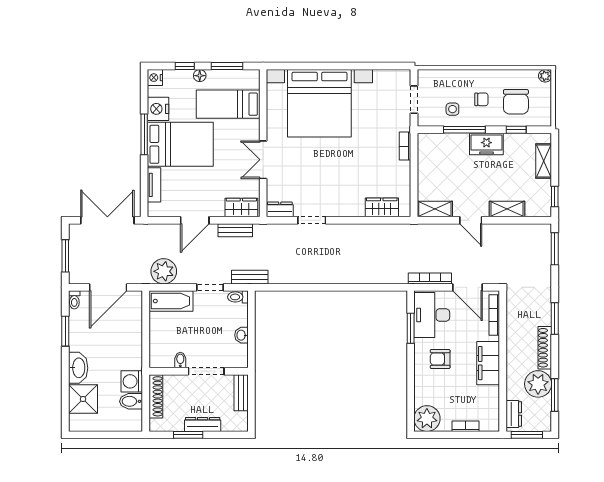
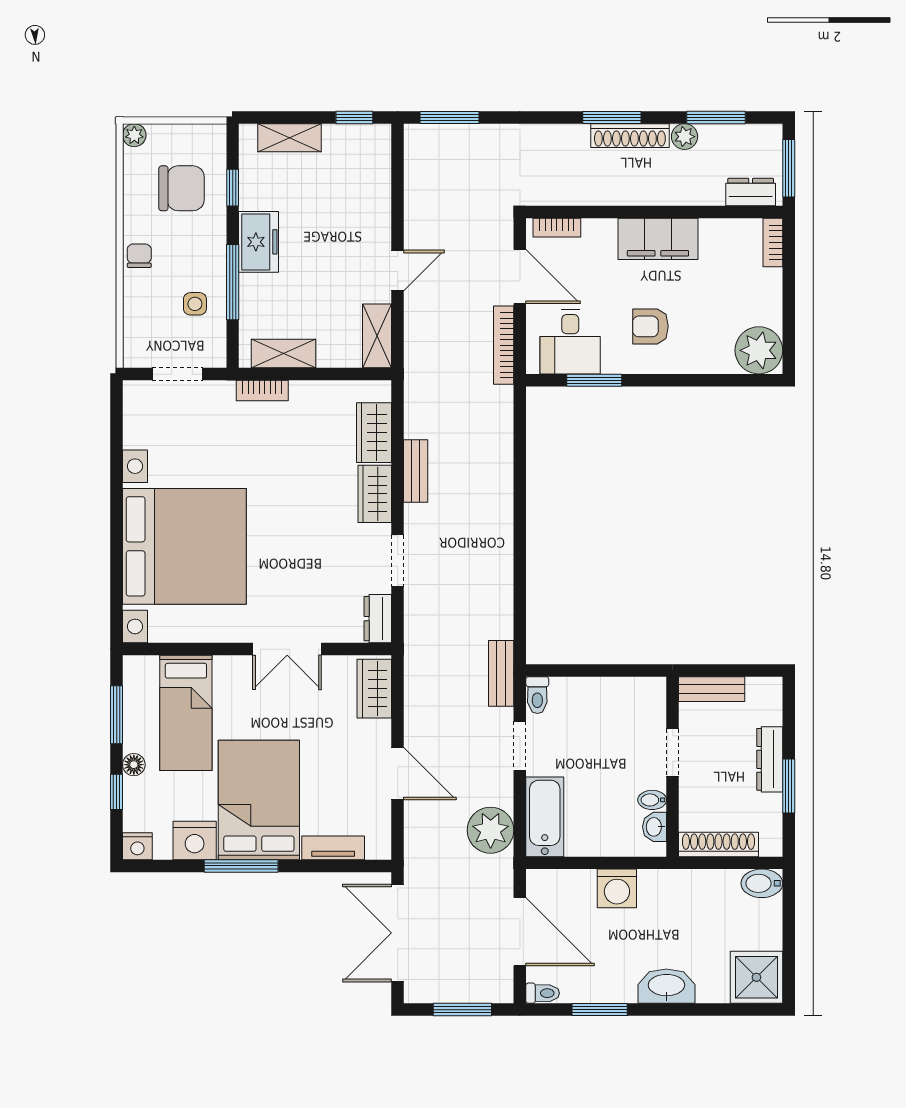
chair: (481, 99) -> (139, 256), moved
wardrobe: (348, 208) -> (375, 494), added
shelving: (507, 209) -> (284, 354), moved, turned 90
bench: (235, 230) -> (416, 471), moved
door: (467, 287) -> (520, 277), hinge flipped
desk: (432, 315) -> (570, 342), width x0.73
bookcase: (494, 315) -> (557, 228), width x0.64
window: (555, 318) -> (612, 117), moved
washbasin: (241, 335) -> (655, 827), moved, turned 90
armchair: (440, 359) -> (650, 326), turned 90
doorway: (206, 371) -> (673, 753), width x0.73
washing machine: (132, 381) -> (617, 888), moved
plant: (538, 384) -> (685, 137), width x0.53, depth x0.53
shower: (83, 399) -> (756, 977), moved
bidet: (131, 401) -> (762, 883), moved, turned 90
bookcase: (466, 426) -> (773, 243), moved

